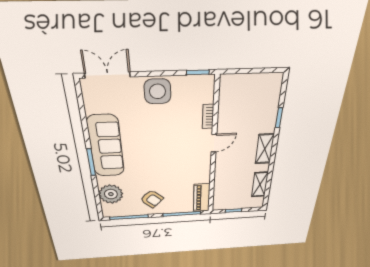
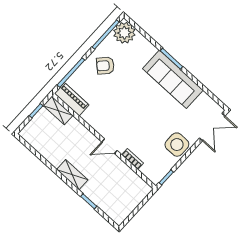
door: (214, 143) -> (109, 146), hinge flipped
shelving: (260, 184) -> (58, 110), moved
plant: (111, 194) -> (124, 33), moved

